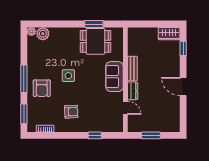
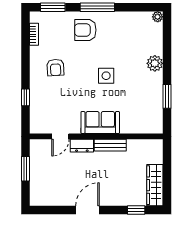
plant: (43, 34) -> (155, 63), moved
wardrobe: (169, 34) -> (155, 185), width x1.50
dining table: (95, 41) -> (145, 98), removed
side table: (68, 76) -> (106, 76), moved

